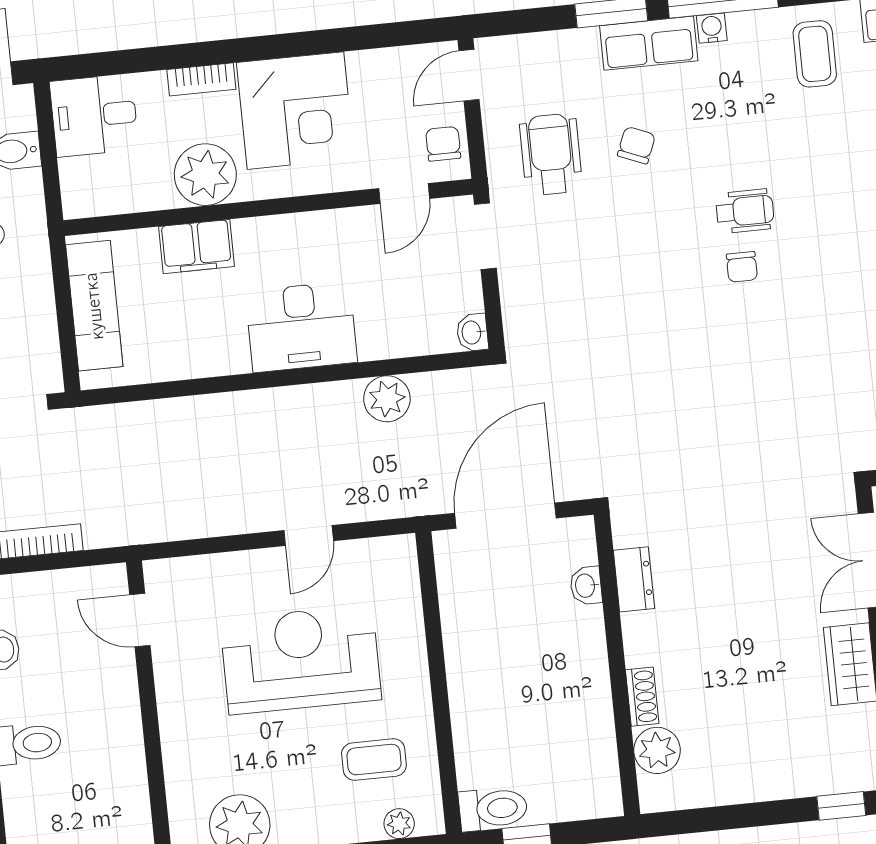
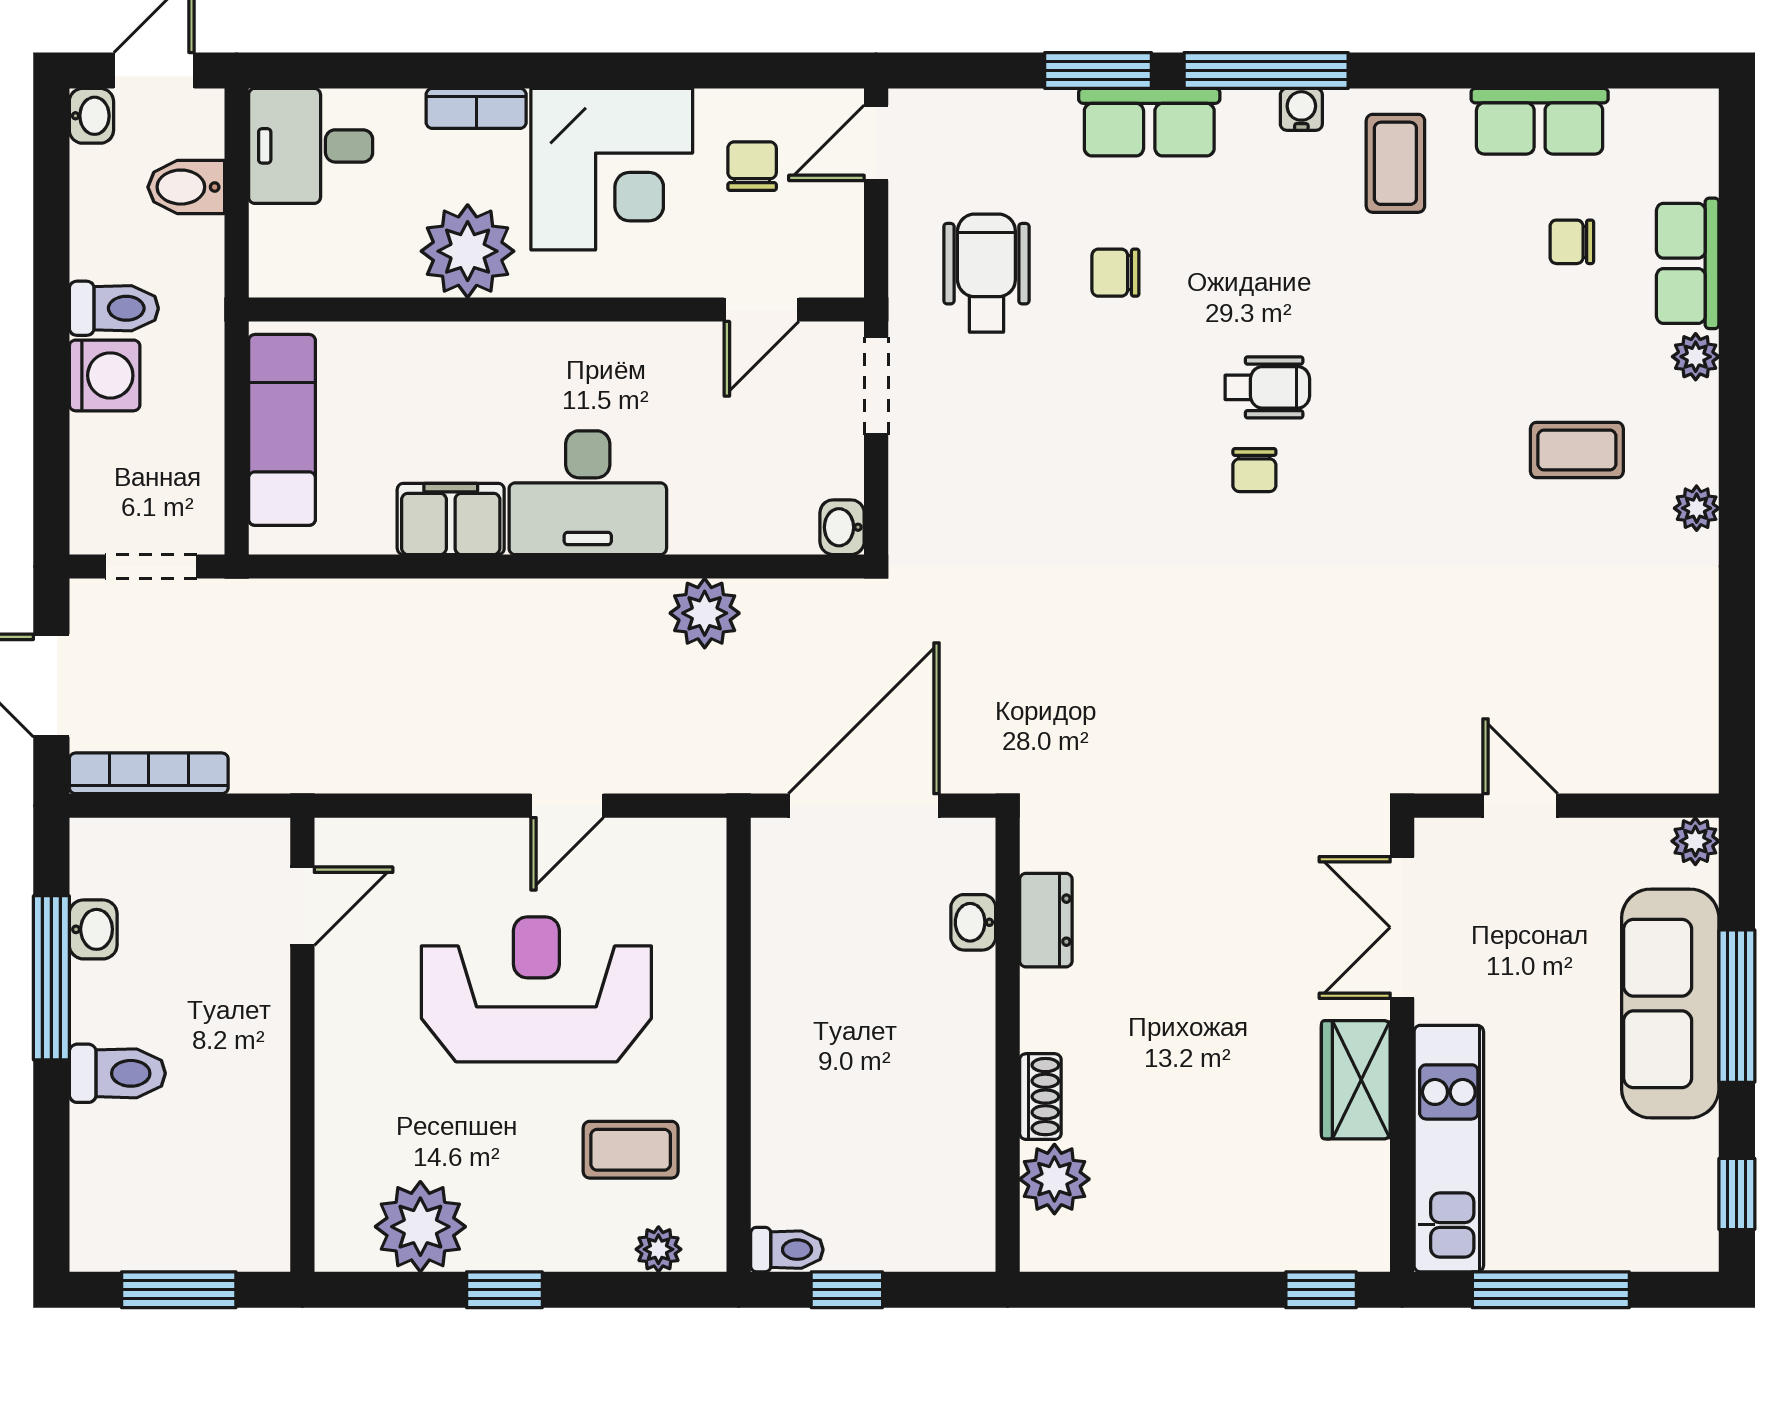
water cooler: (712, 28) -> (1301, 109), moved
chair: (443, 144) -> (752, 166), moved
chair: (636, 145) -> (1115, 273), turned -112
filing cabinet: (196, 247) -> (451, 519), moved, turned 180
door: (140, 620) -> (302, 906), swing flipped
toilet: (493, 809) -> (787, 1250), width x0.73, depth x0.72

